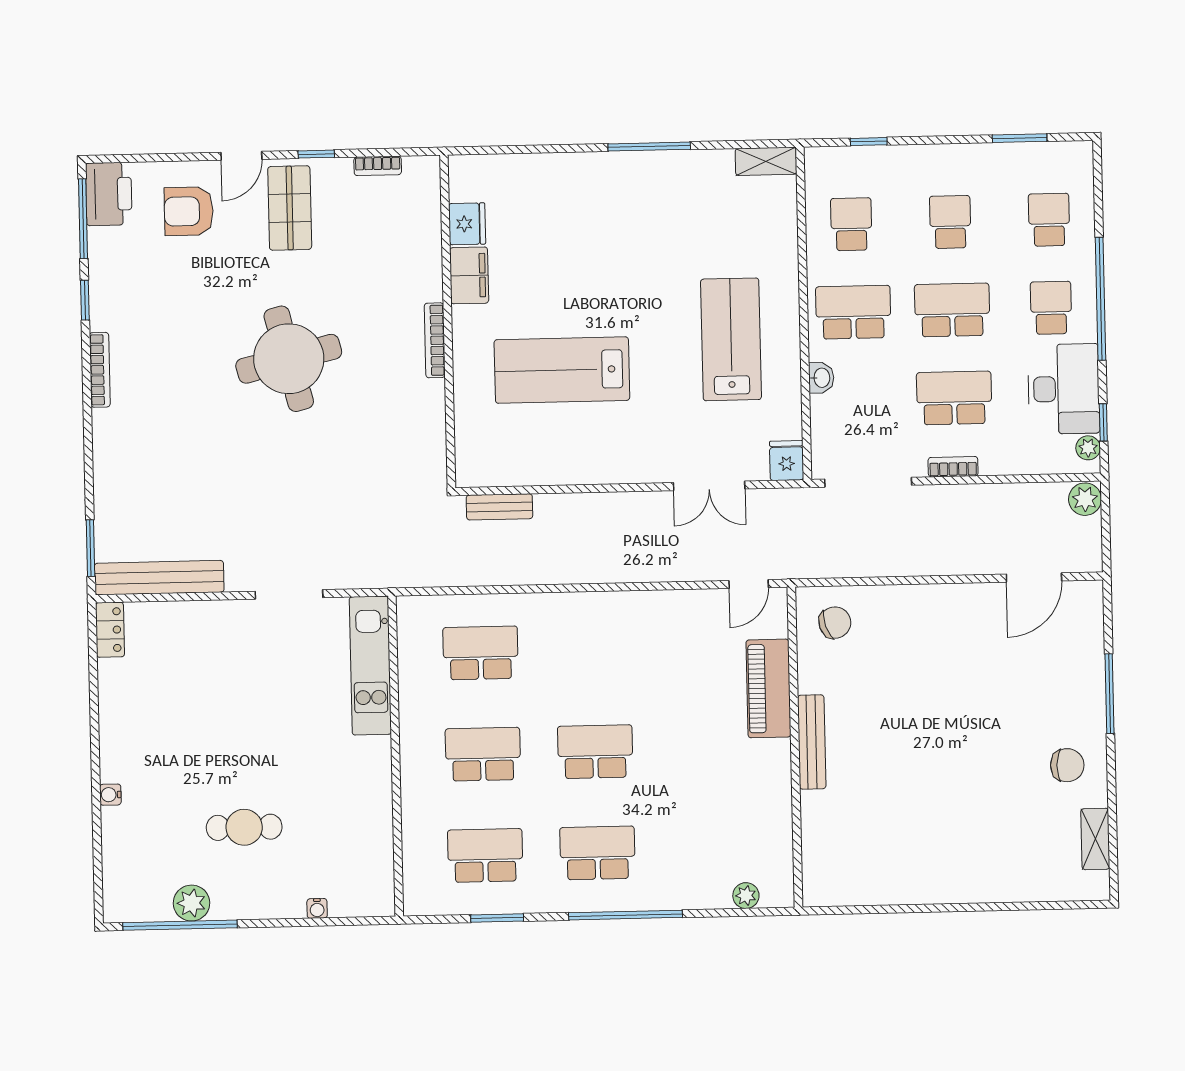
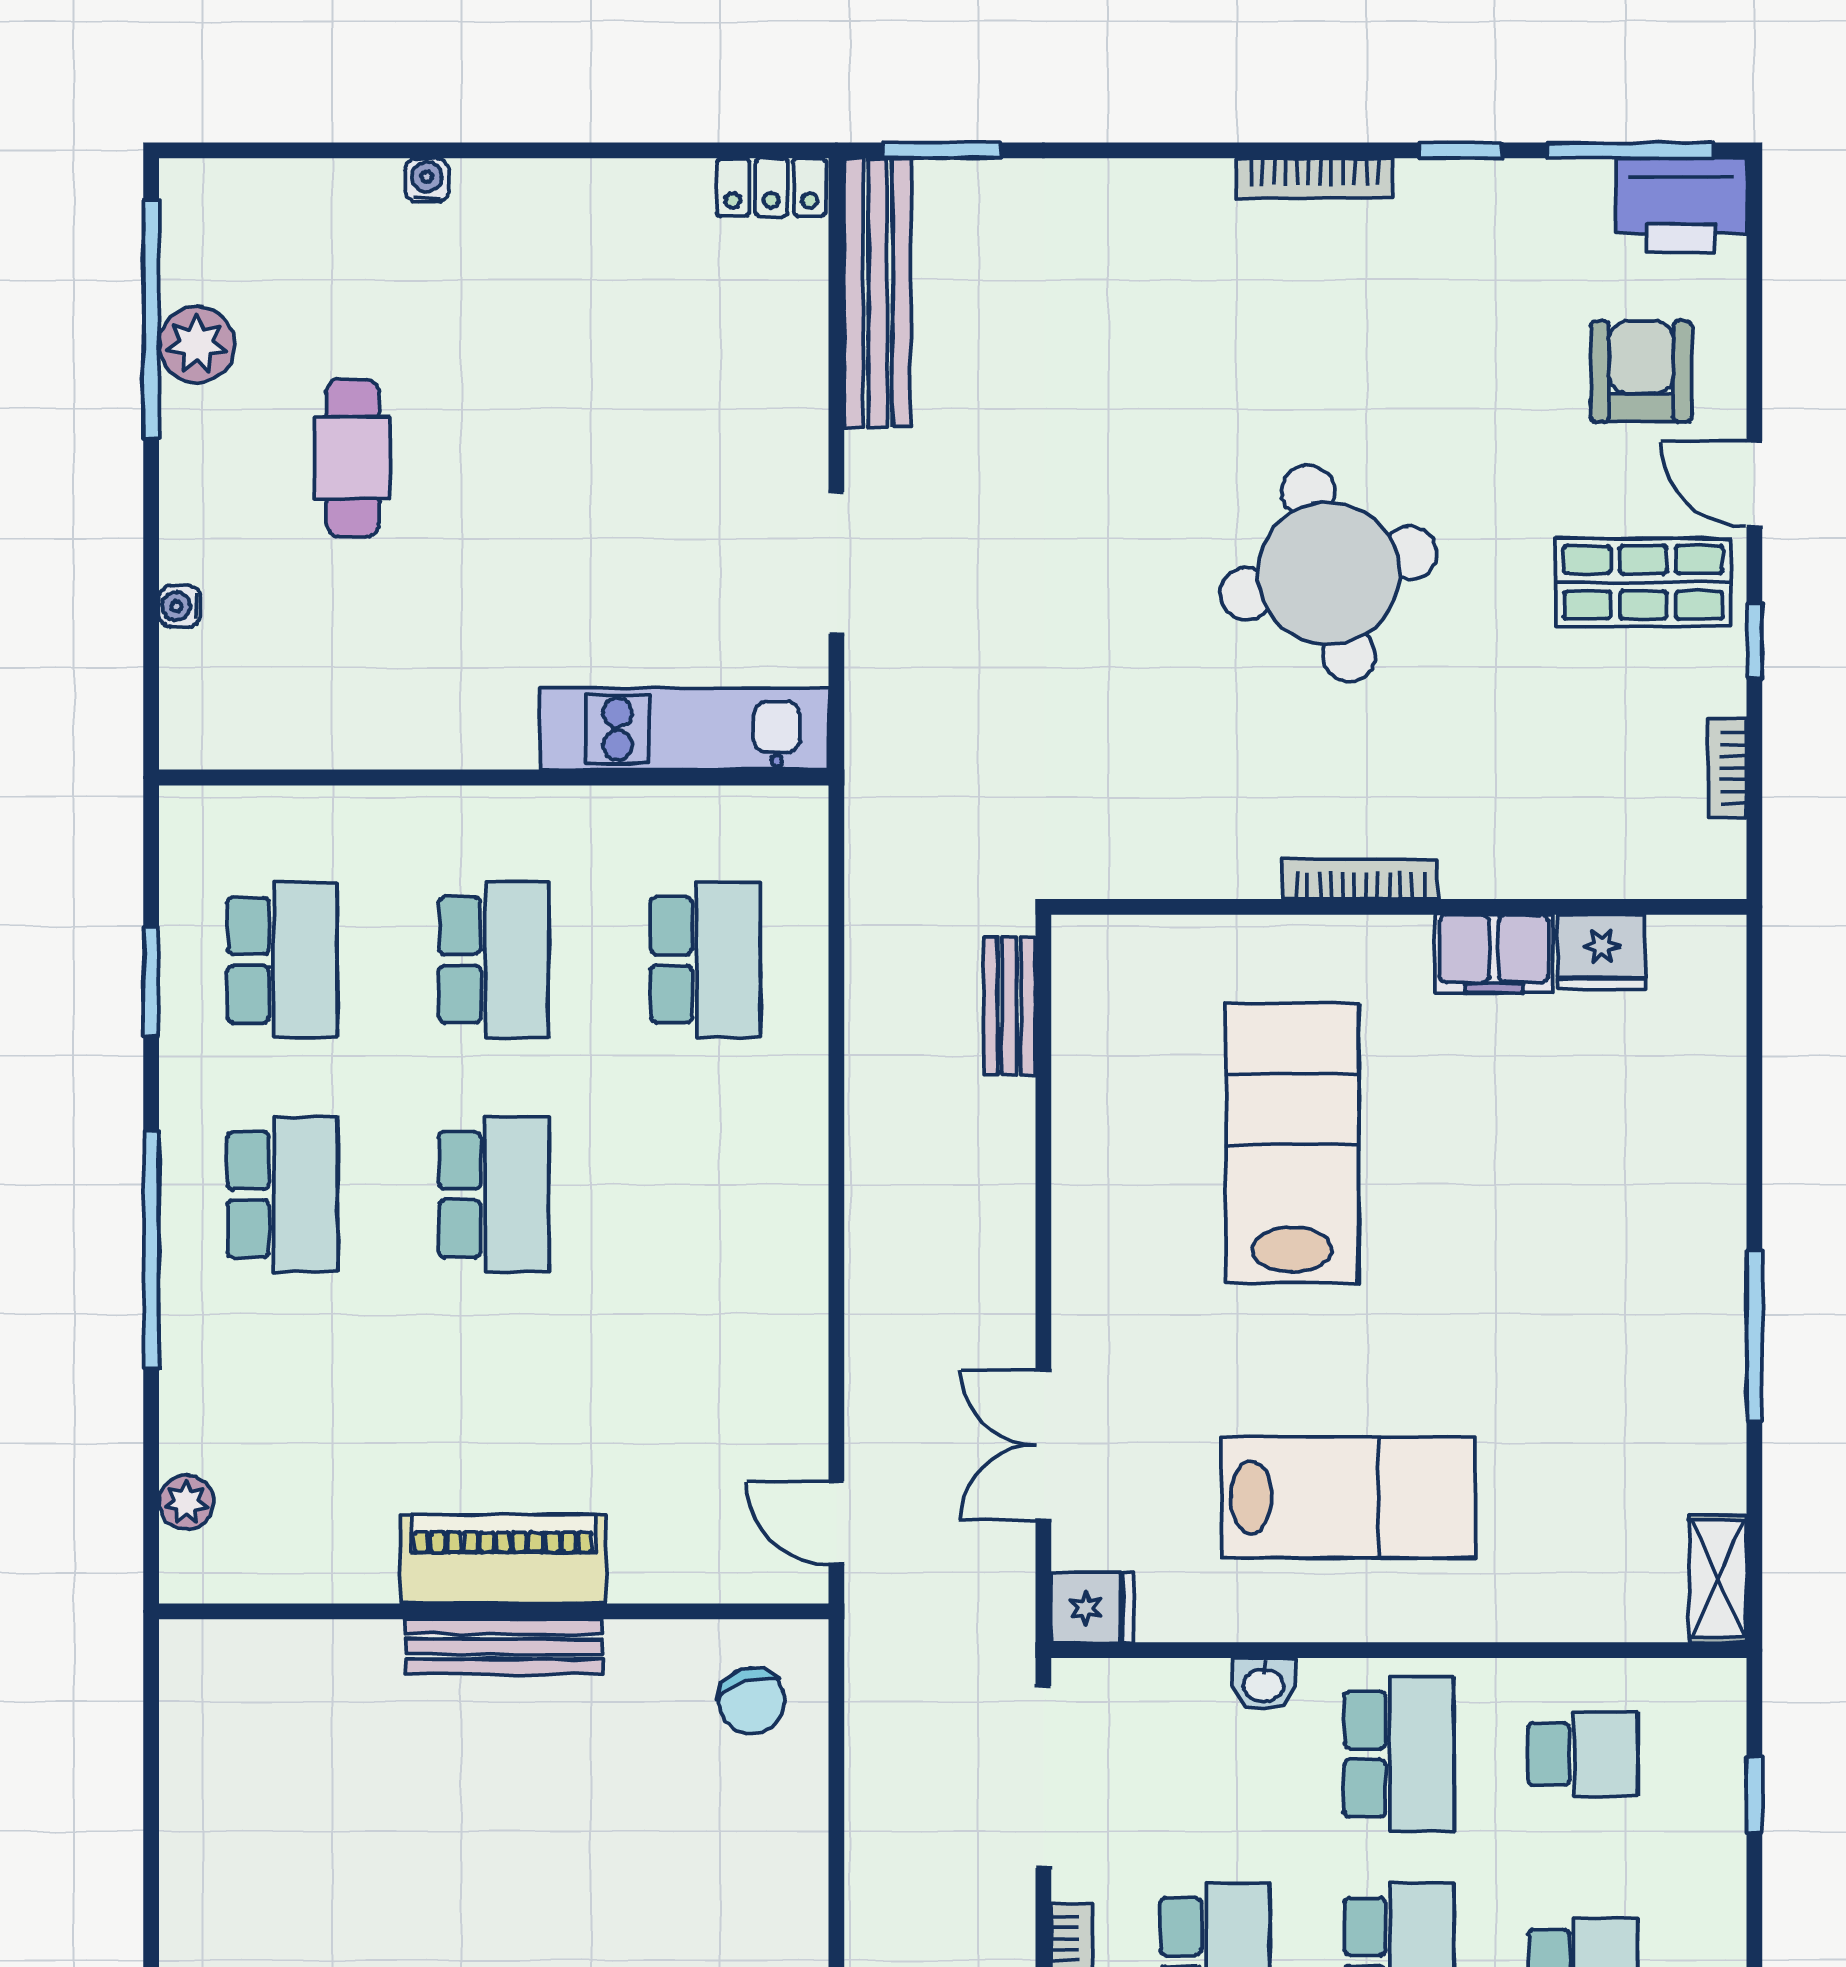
piano: (768, 688) -> (503, 1559), moved

